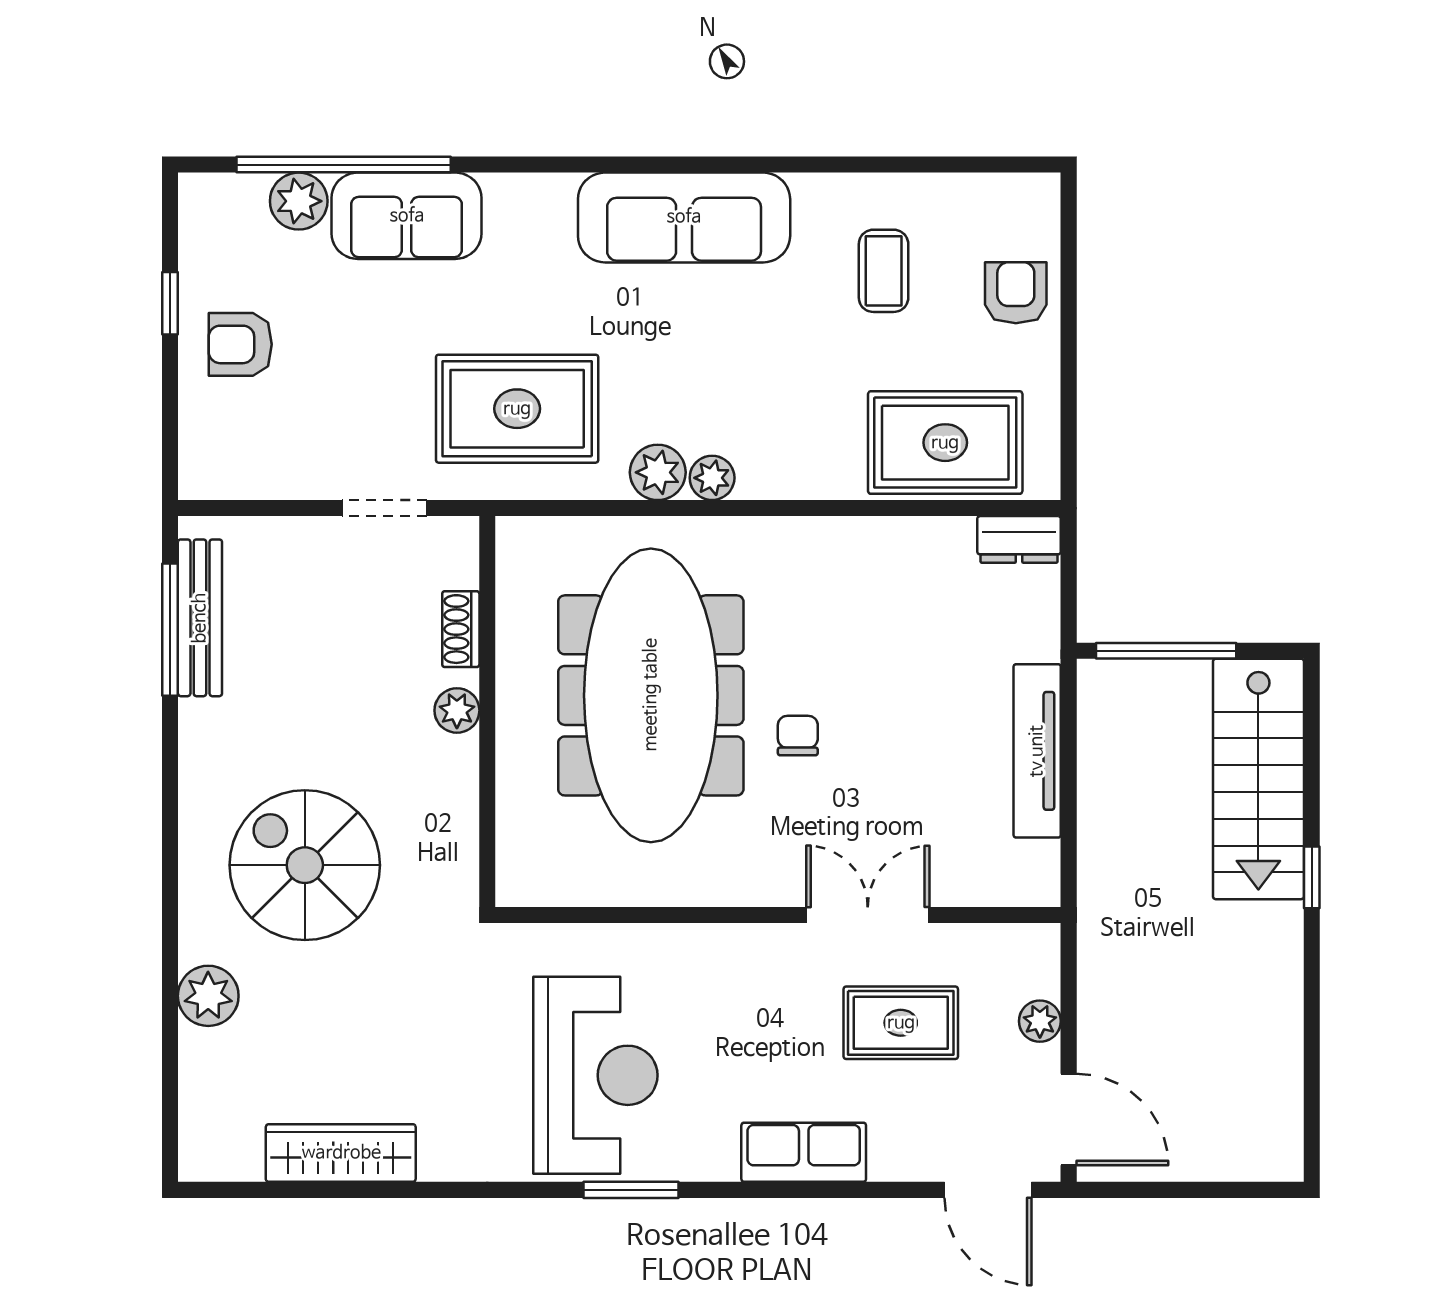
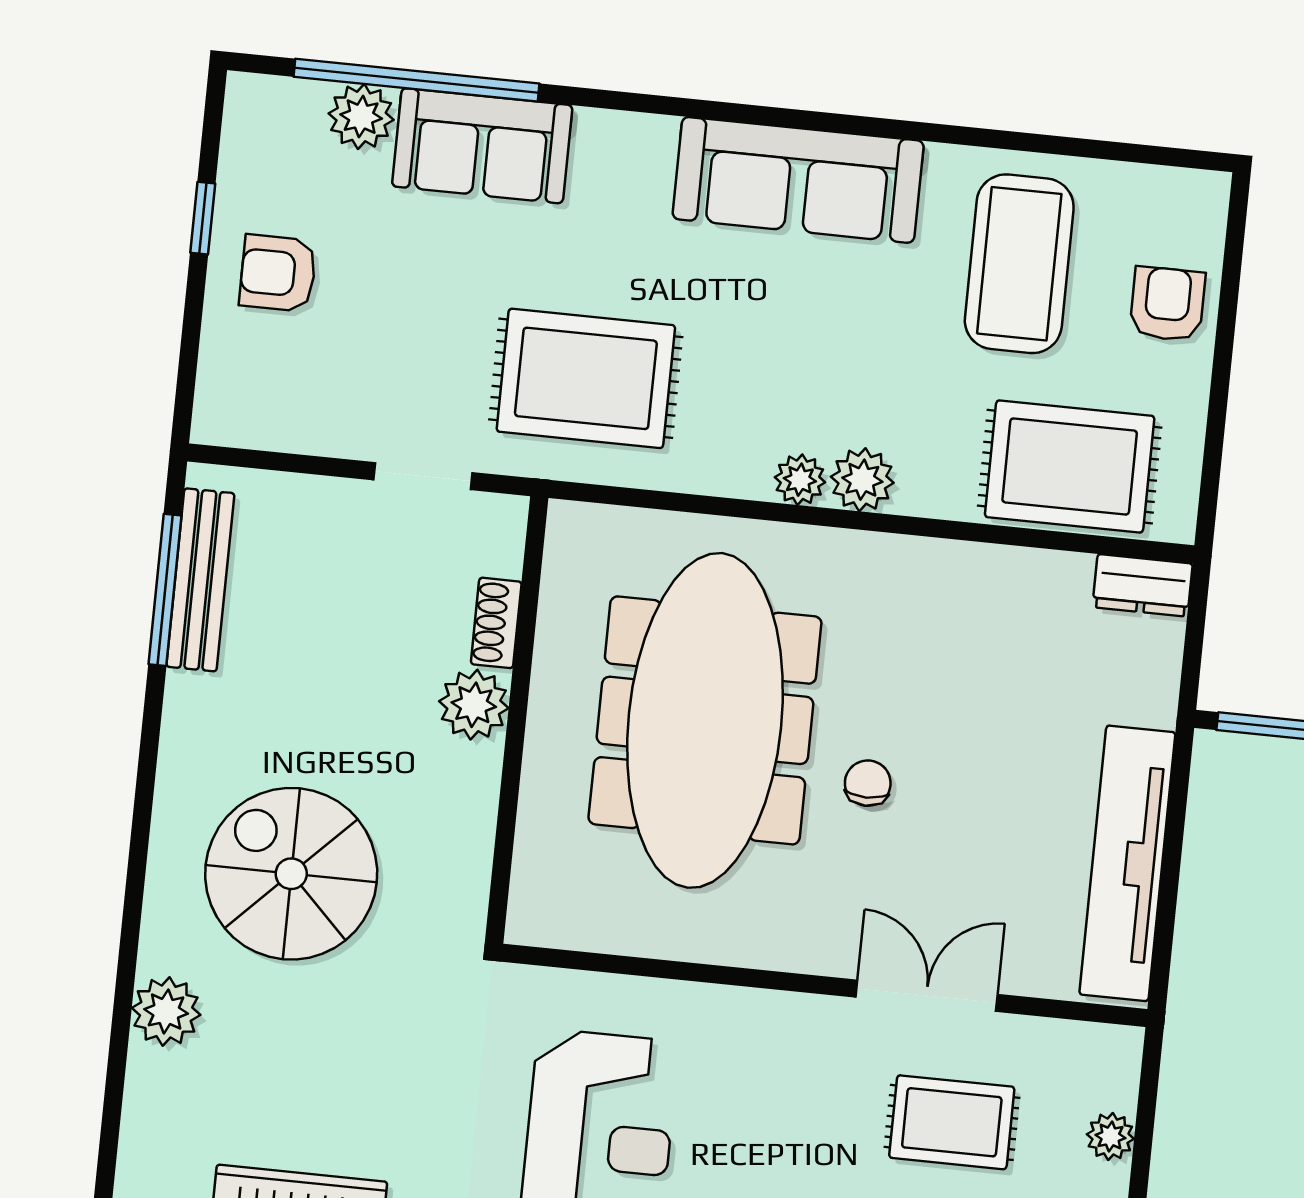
coffee table: (884, 271) -> (1019, 264), width x1.86, depth x1.72
plant: (658, 472) -> (862, 480), moved
plant: (457, 710) -> (474, 705), width x1.38, depth x1.38
tv unit: (1037, 751) -> (1127, 863), width x1.36, depth x1.29

